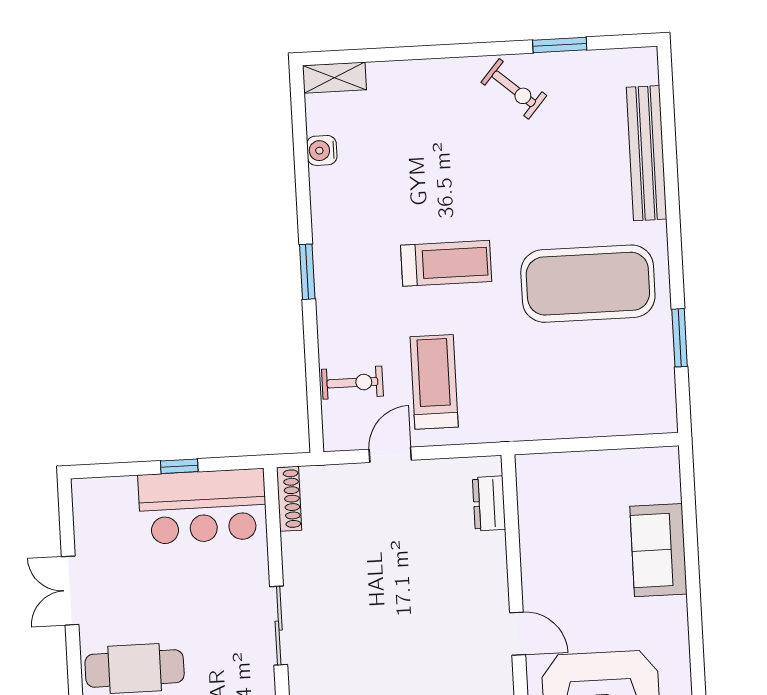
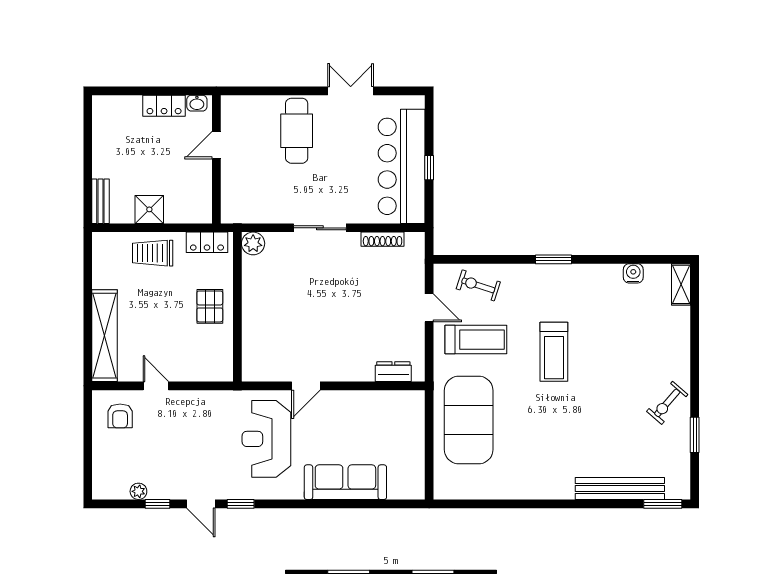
exercise mat: (588, 284) -> (469, 420), moved
window: (680, 338) -> (663, 504), moved
exercise bike: (352, 383) -> (478, 285), turned 108
shoe rack: (289, 499) -> (383, 239), moved
bar counter: (203, 506) -> (402, 166), width x1.36
sofa: (658, 550) -> (345, 482), width x1.36

